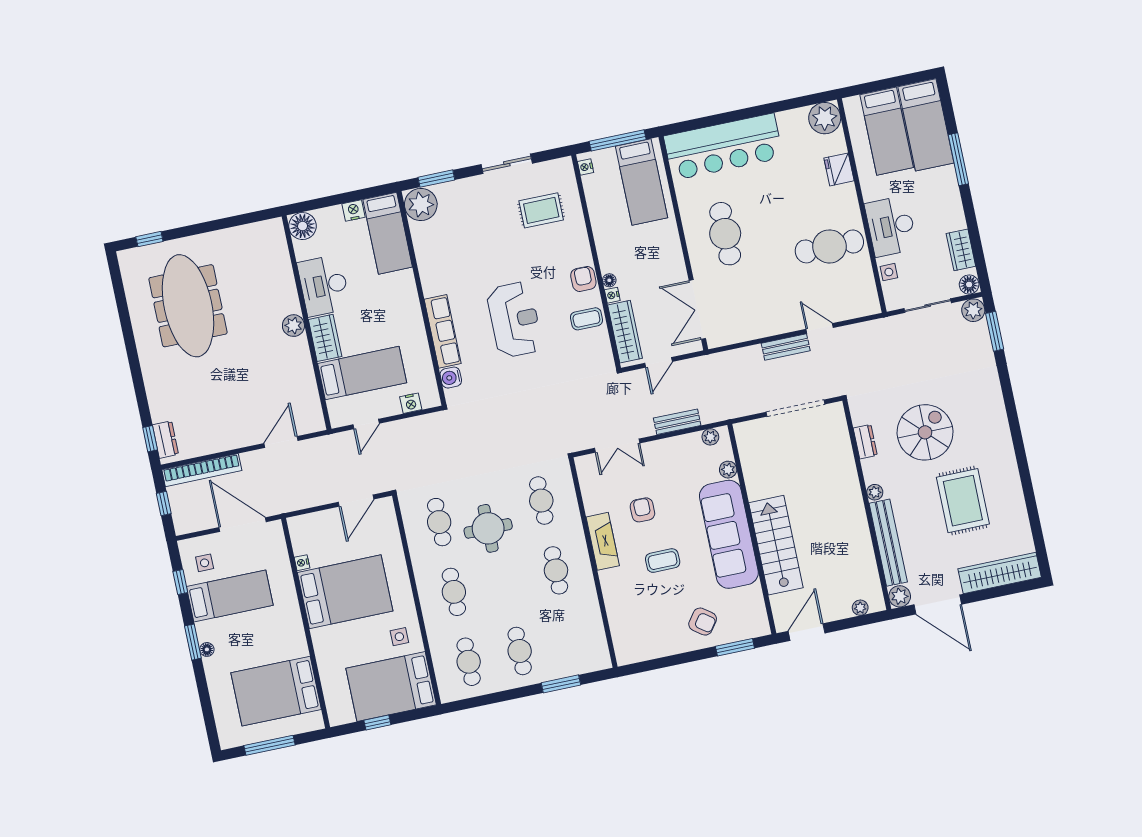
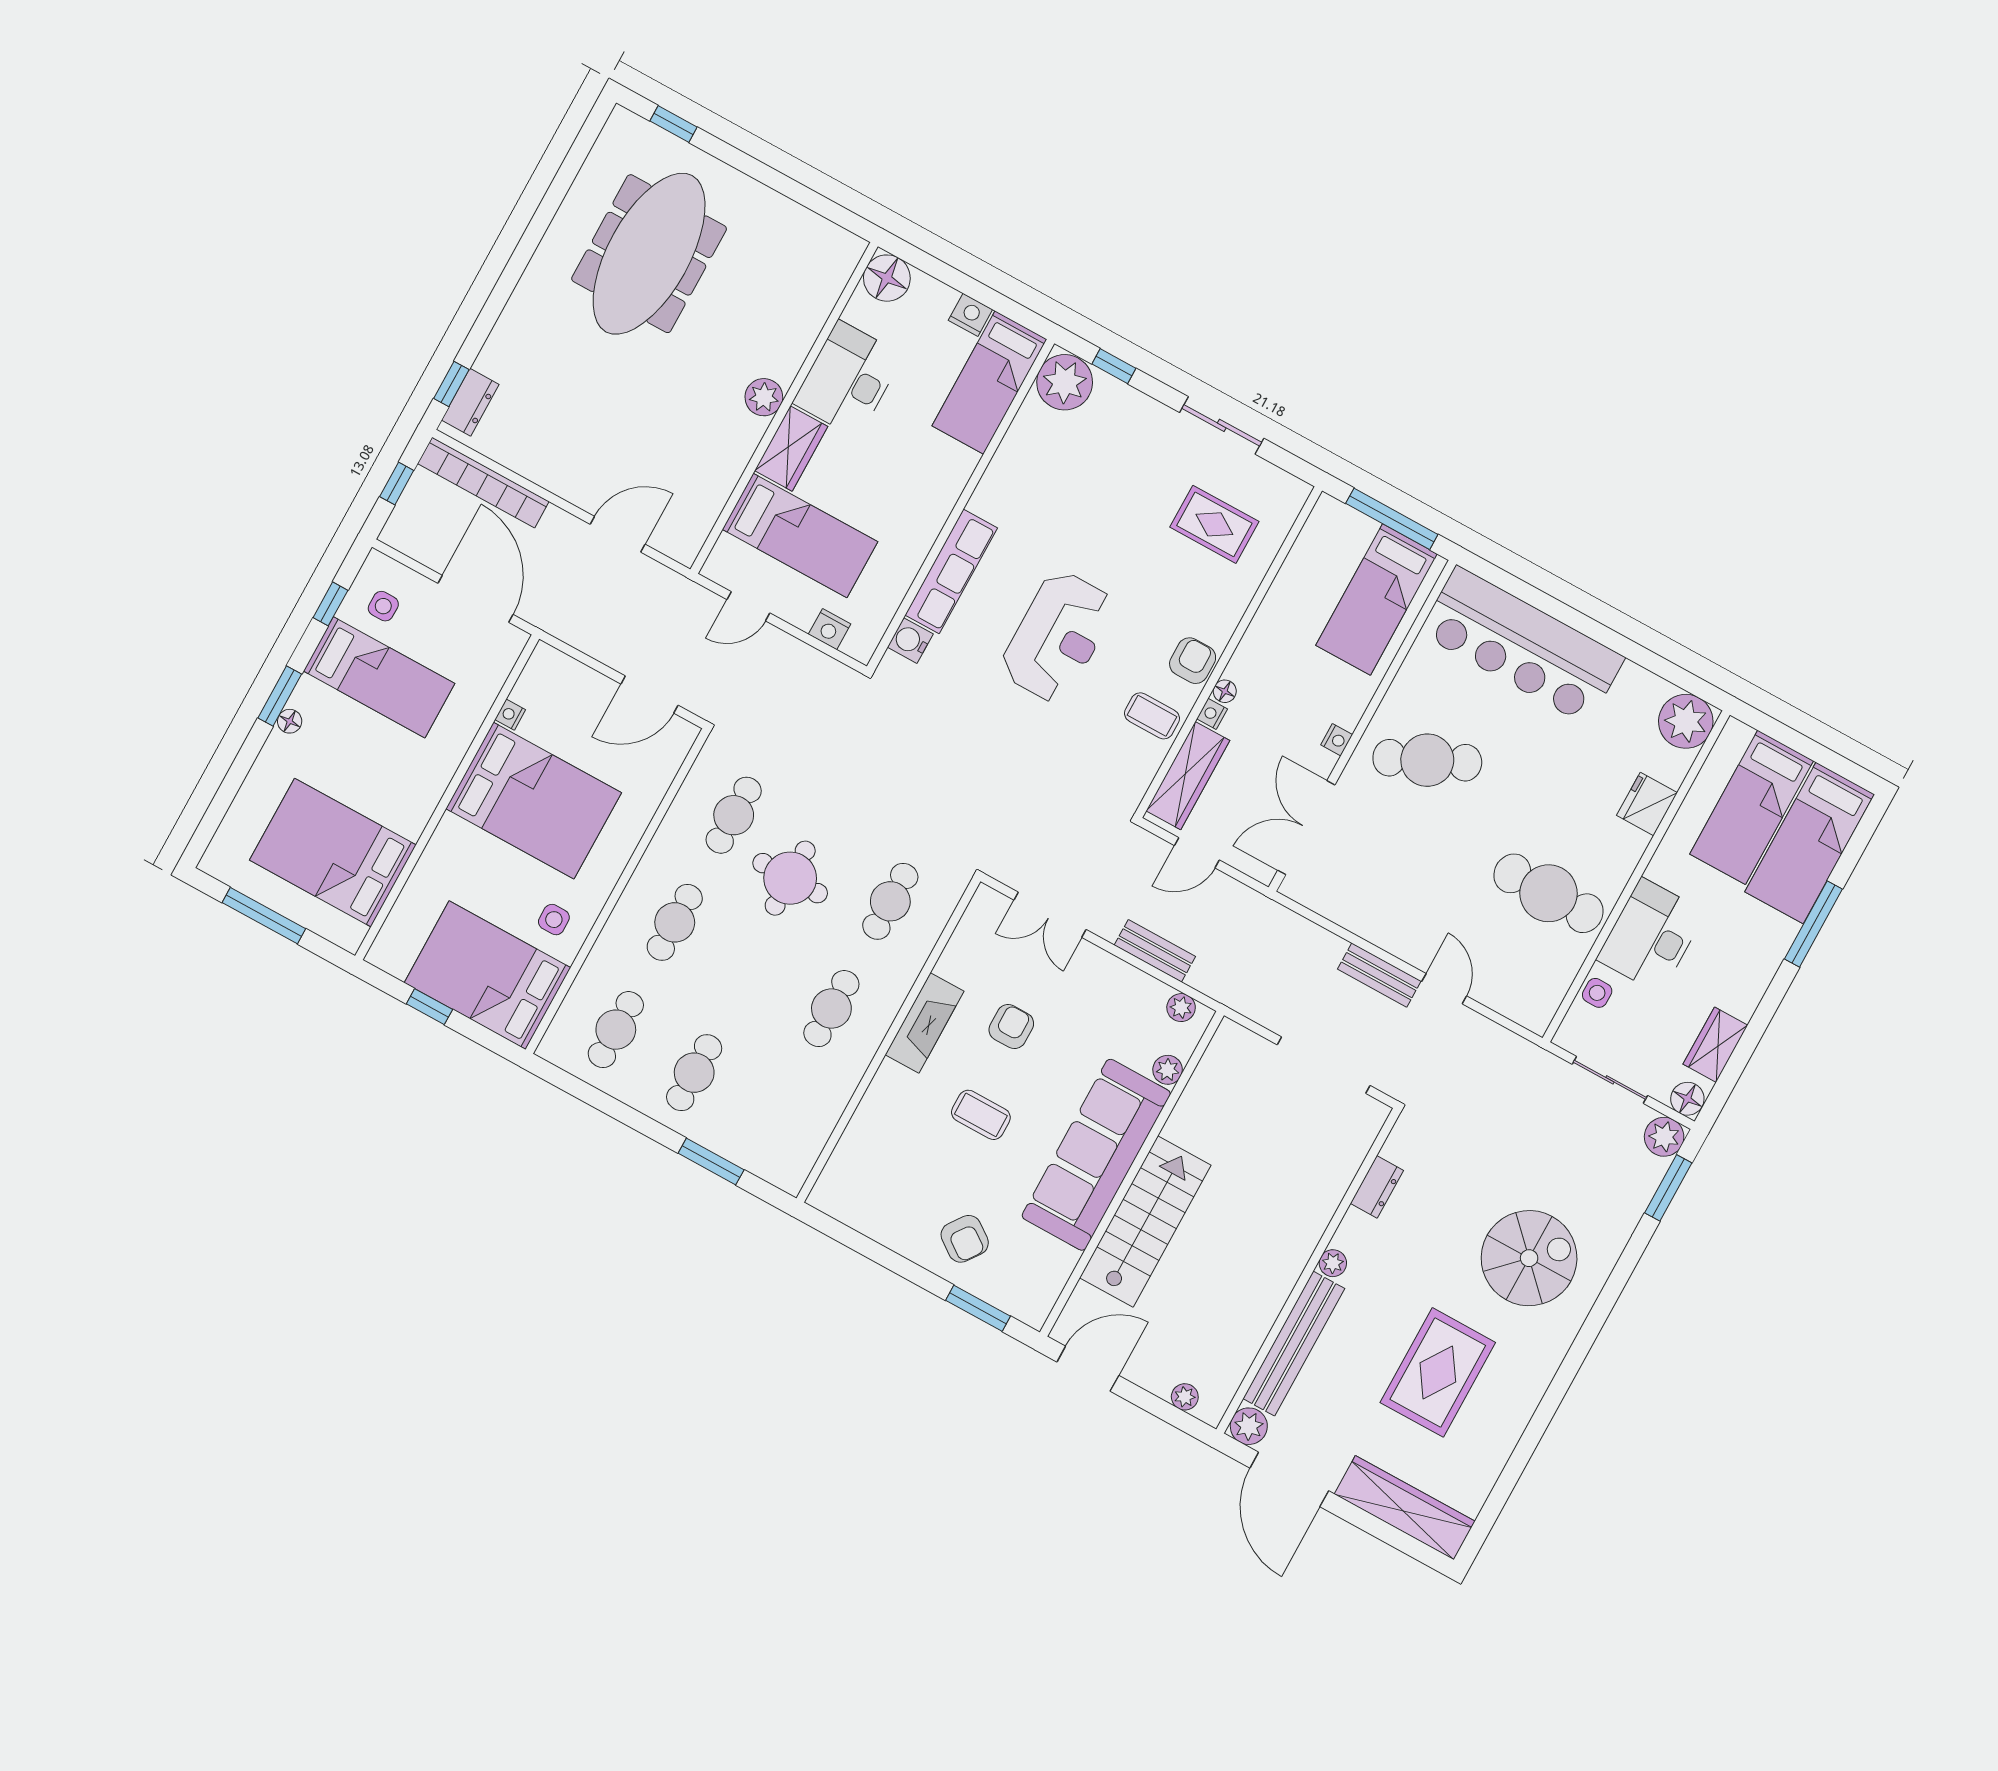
nightstand: (586, 167) -> (1337, 740), moved, turned 180
window: (436, 179) -> (1114, 366), width x0.67
cafe table: (725, 234) -> (1427, 760), turned 65
spiral stairs: (925, 432) -> (1529, 1258), moved

